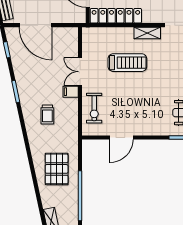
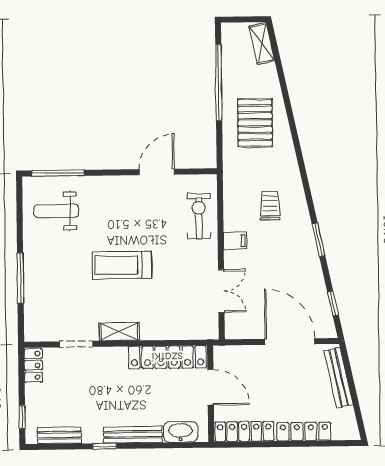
treadmill: (127, 63) -> (122, 265), moved
double door: (80, 72) -> (221, 291), moved

